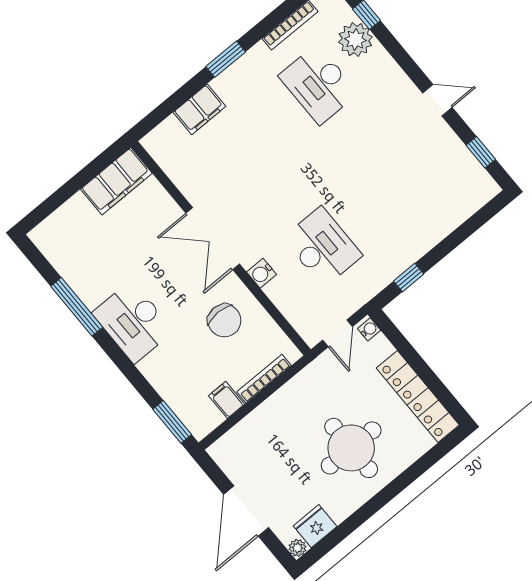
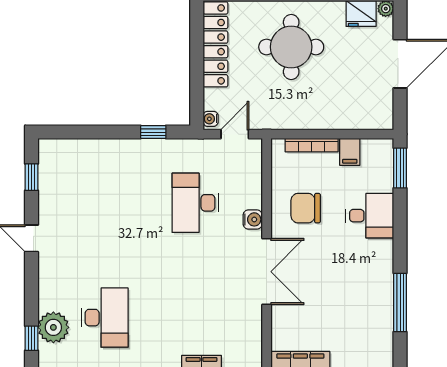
chair: (224, 321) -> (306, 208), turned -90
desk: (133, 322) -> (370, 216), moved, width x0.73

